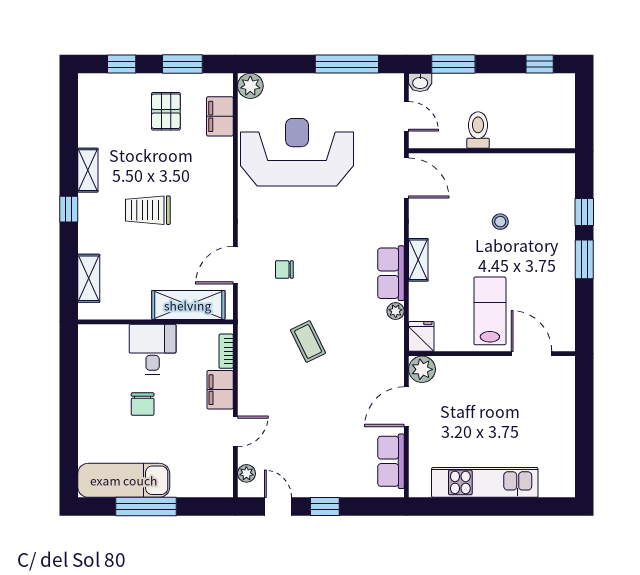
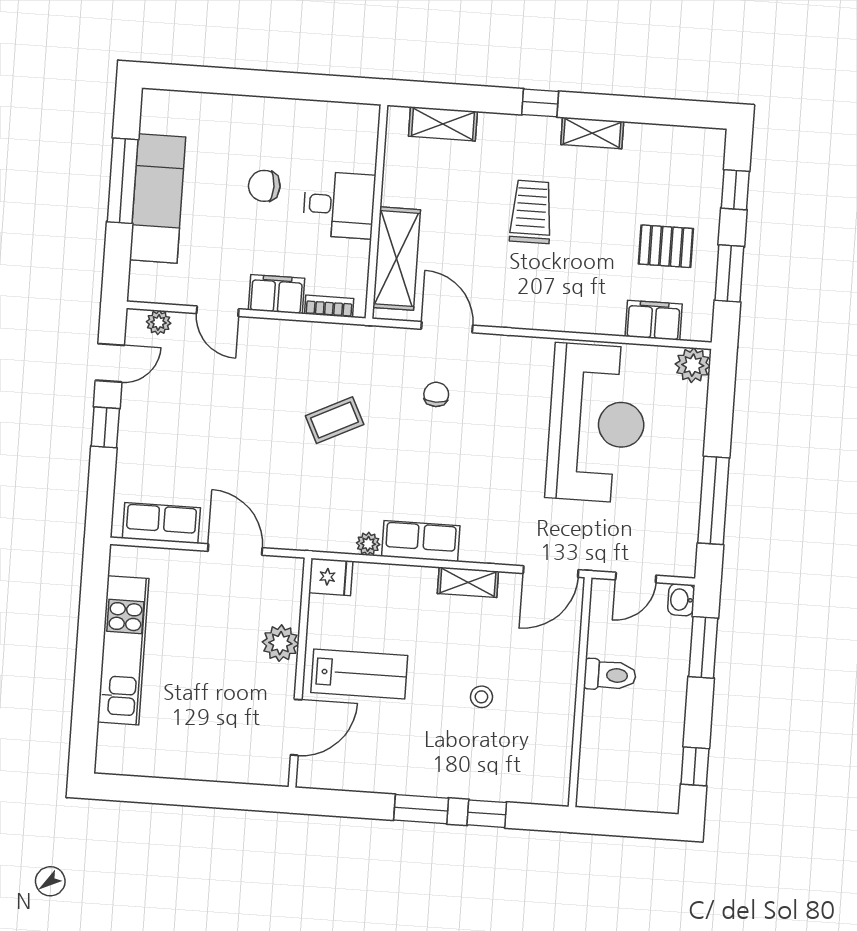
shelving: (418, 260) -> (468, 582), moved
plant: (422, 369) -> (280, 643), moved
exam couch: (124, 480) -> (158, 198), moved

